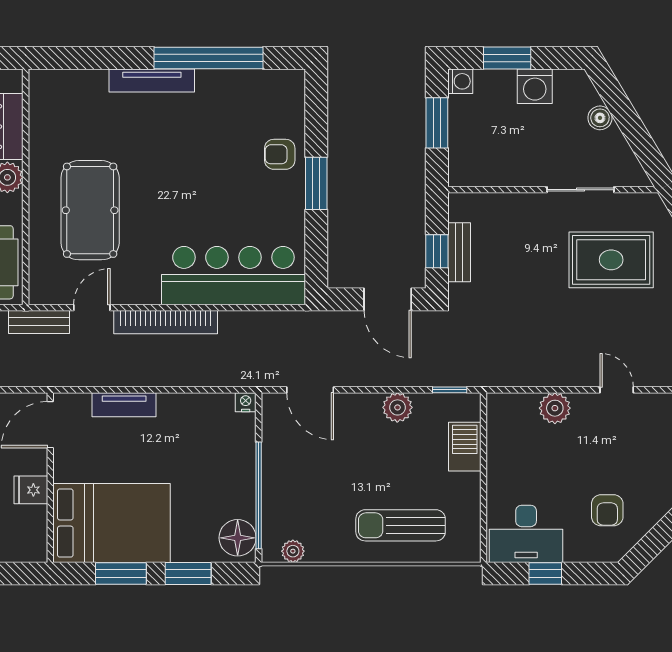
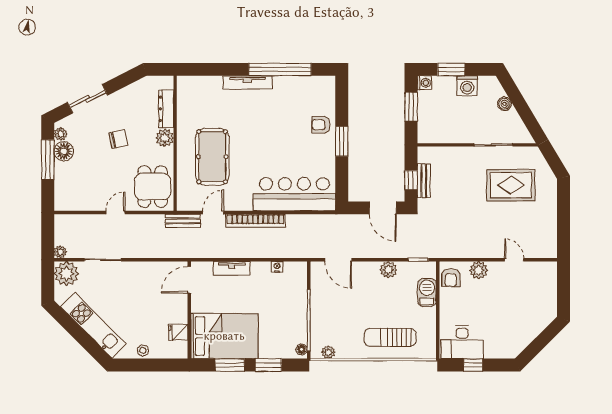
nightstand: (246, 402) -> (277, 267), moved
fridge: (31, 490) -> (178, 332), moved
armchair: (607, 510) -> (451, 277), moved
floor lamp: (238, 538) -> (302, 349), width x0.53, depth x0.53

